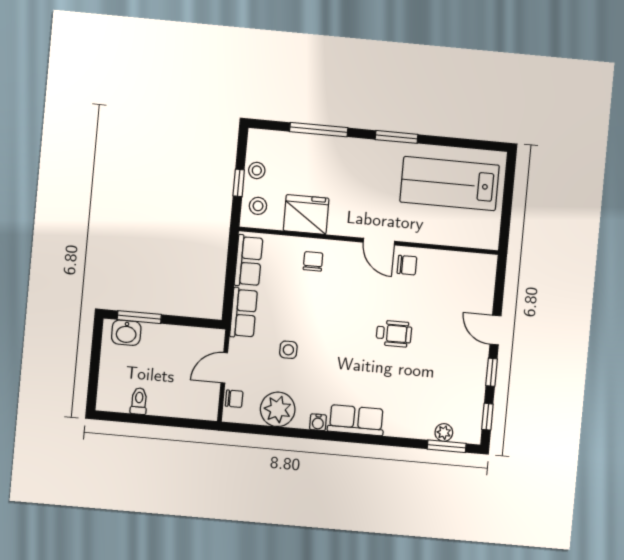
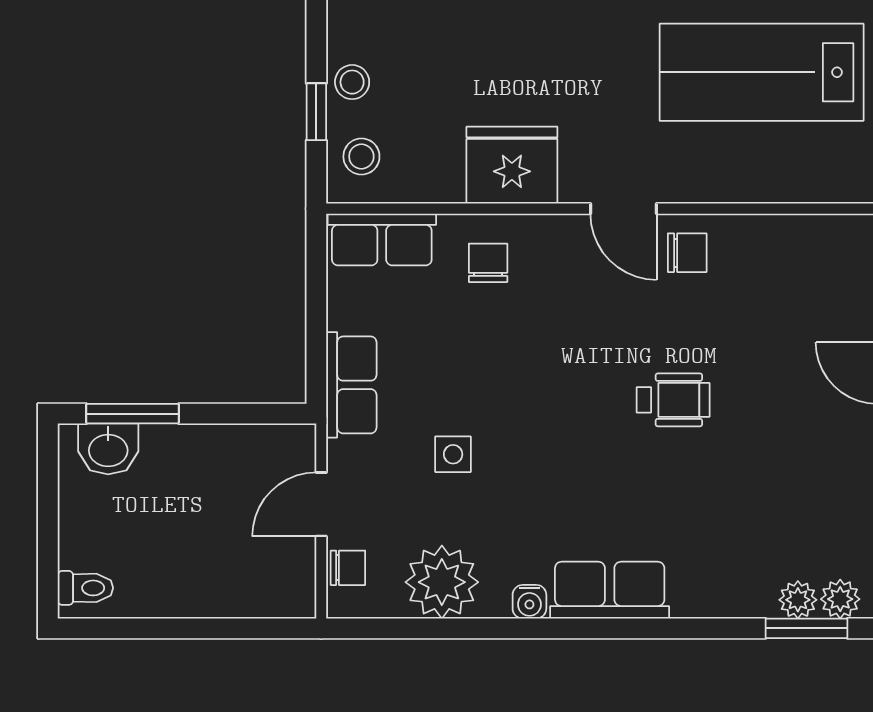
fridge: (306, 214) -> (512, 165), moved
row of seats: (249, 261) -> (382, 239), moved, turned 90
toilet: (139, 401) -> (85, 588), moved, turned 90
plant: (464, 434) -> (840, 599), added

